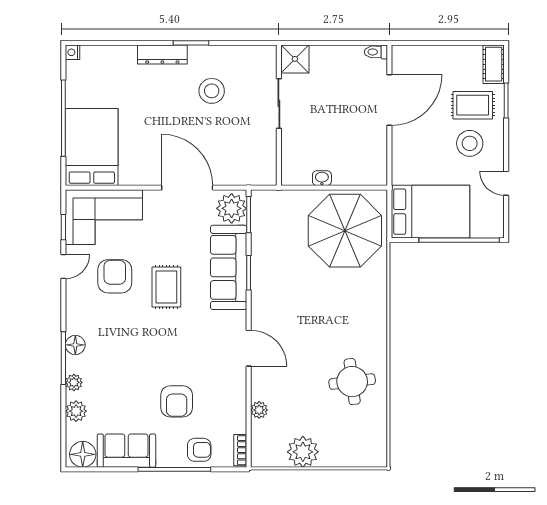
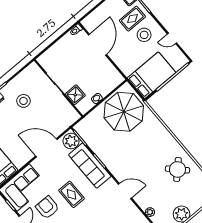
shower: (295, 59) -> (75, 95), moved
round table: (352, 382) -> (177, 169), turned -38

